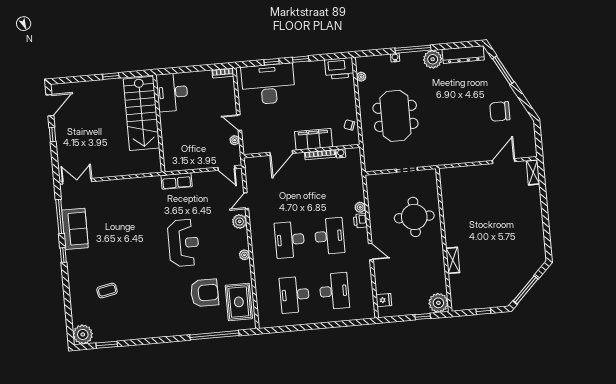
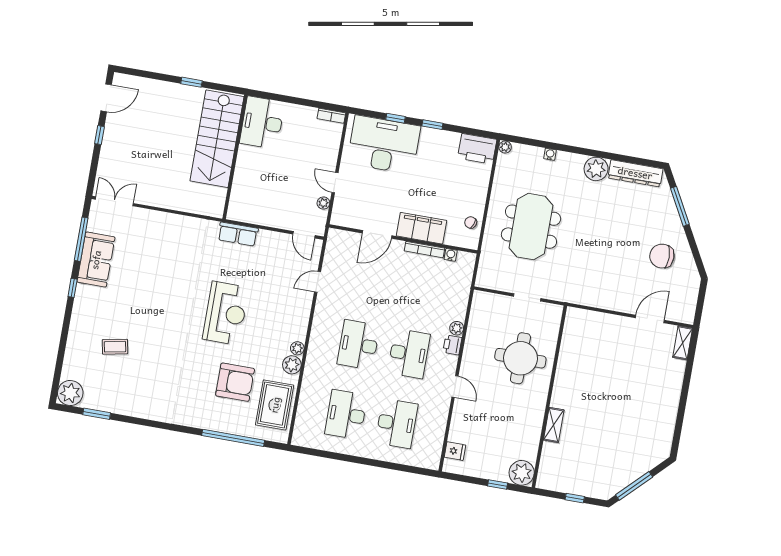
window: (413, 49) -> (575, 150), removed
plant: (361, 77) -> (505, 147), moved
plant: (240, 221) -> (292, 365), moved

